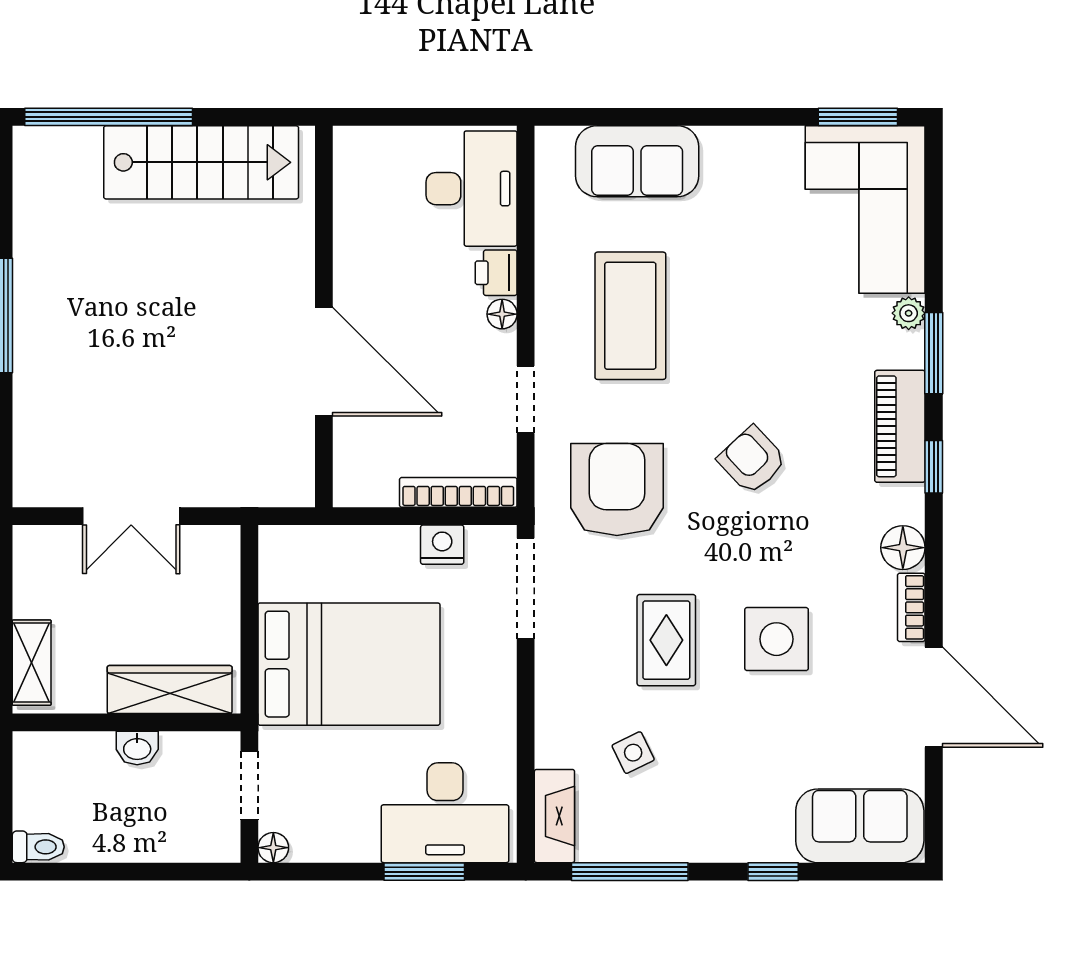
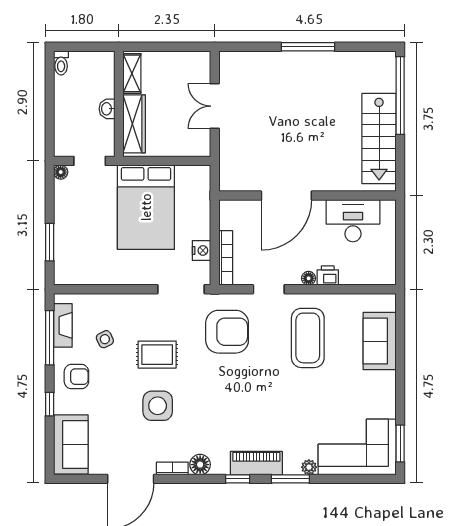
desk: (472, 189) -> (353, 221), moved, turned 180
coffee table: (630, 316) -> (308, 338), turned 90
armchair: (752, 460) -> (76, 377), moved, turned 43
shelving: (32, 663) -> (132, 73), moved, turned 90
desk: (445, 813) -> (77, 252), removed
fireplace: (554, 816) -> (63, 325), moved, turned -90

